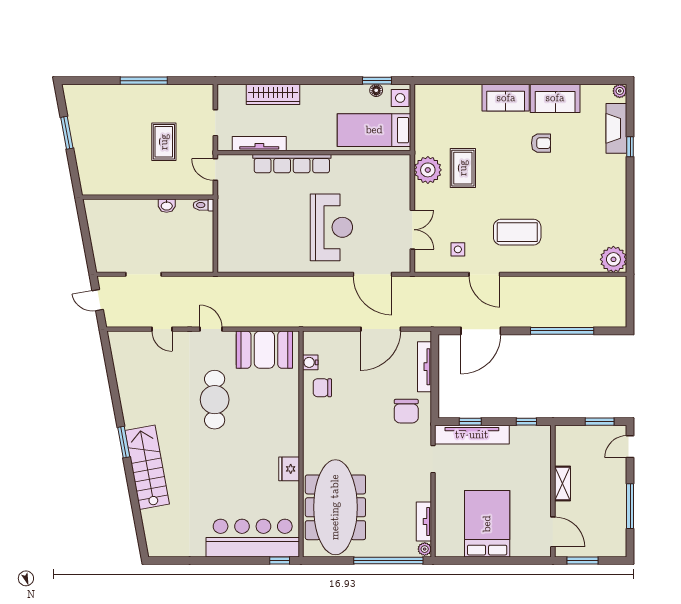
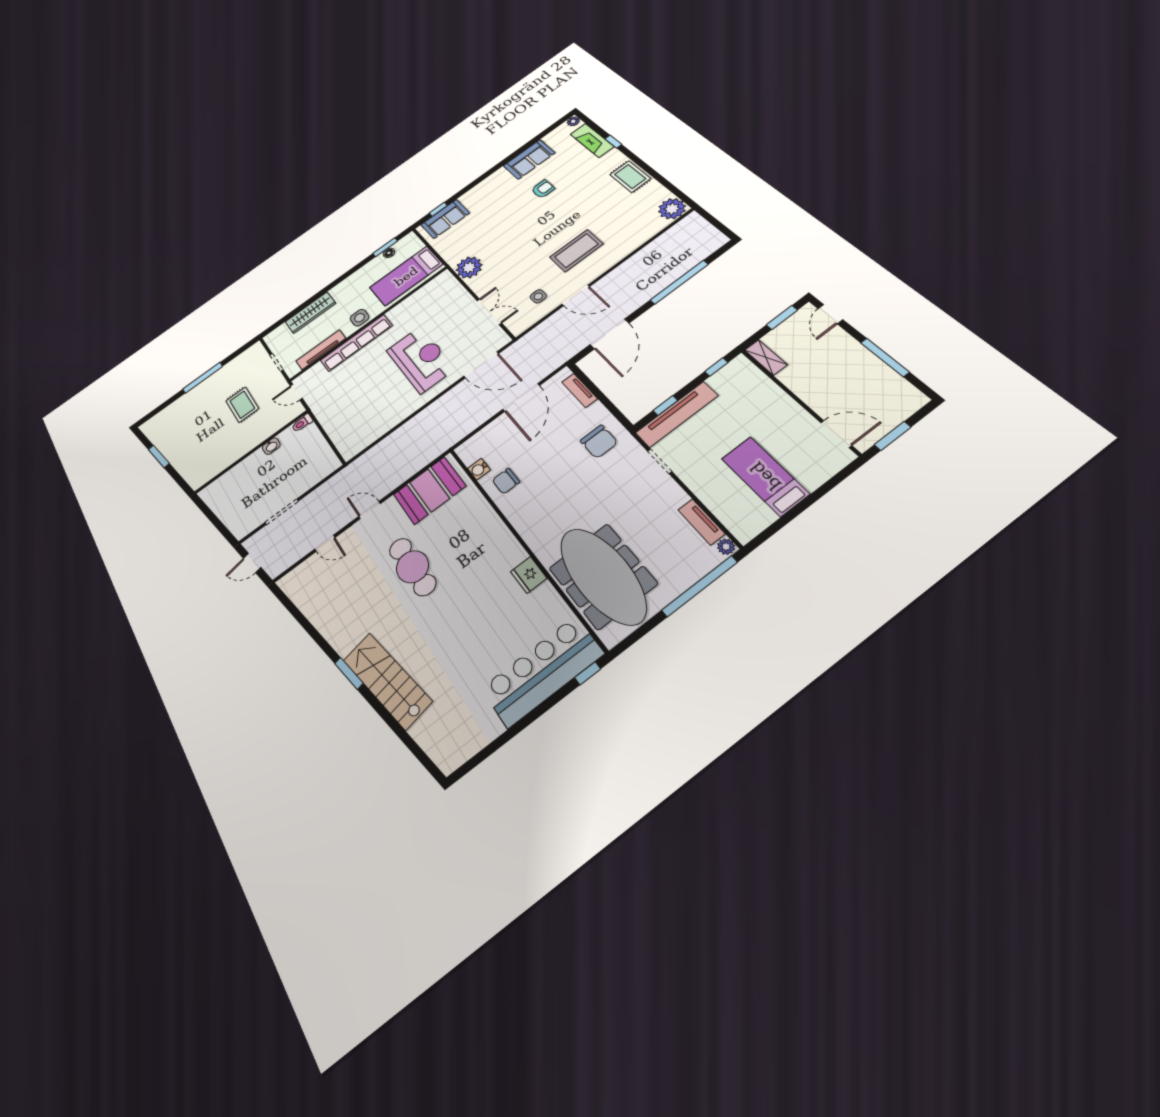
window: (447, 81) -> (438, 209), added
side table: (400, 98) -> (360, 318), moved
sofa: (506, 98) -> (445, 219), moved
rug: (463, 168) -> (630, 177), moved
tv unit: (424, 367) -> (580, 390), width x0.71
shelving: (563, 483) -> (766, 357), moved
bed: (487, 524) -> (765, 476), width x0.67

